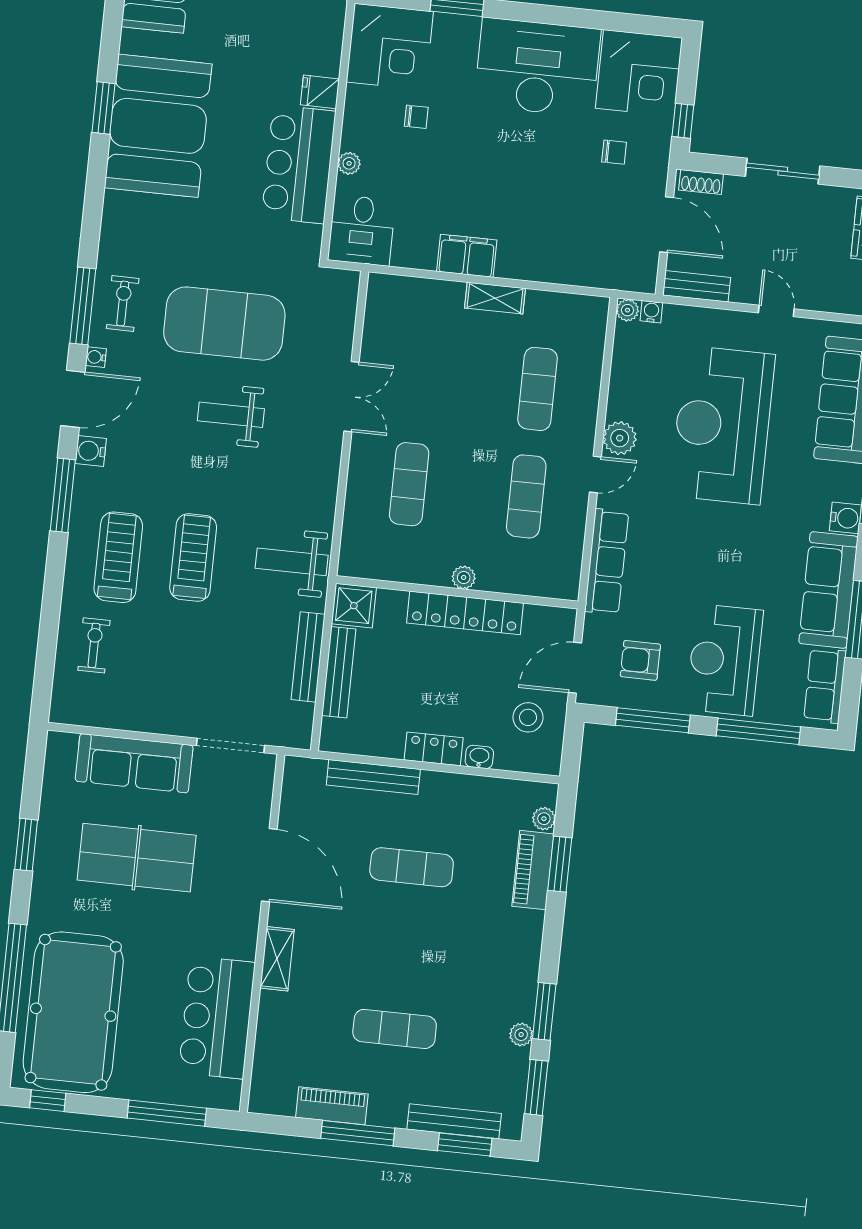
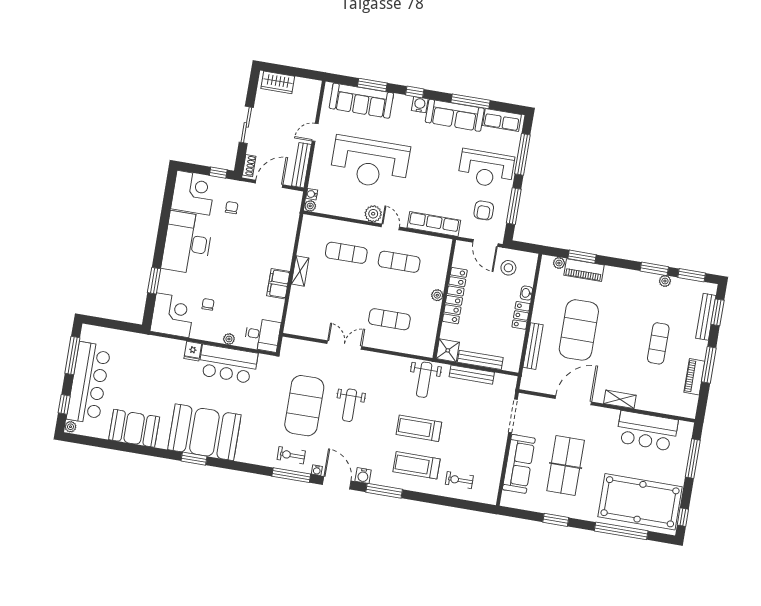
bench: (697, 286) -> (302, 165), width x1.36
exercise mat: (412, 867) -> (579, 330), width x2.00, depth x1.45

